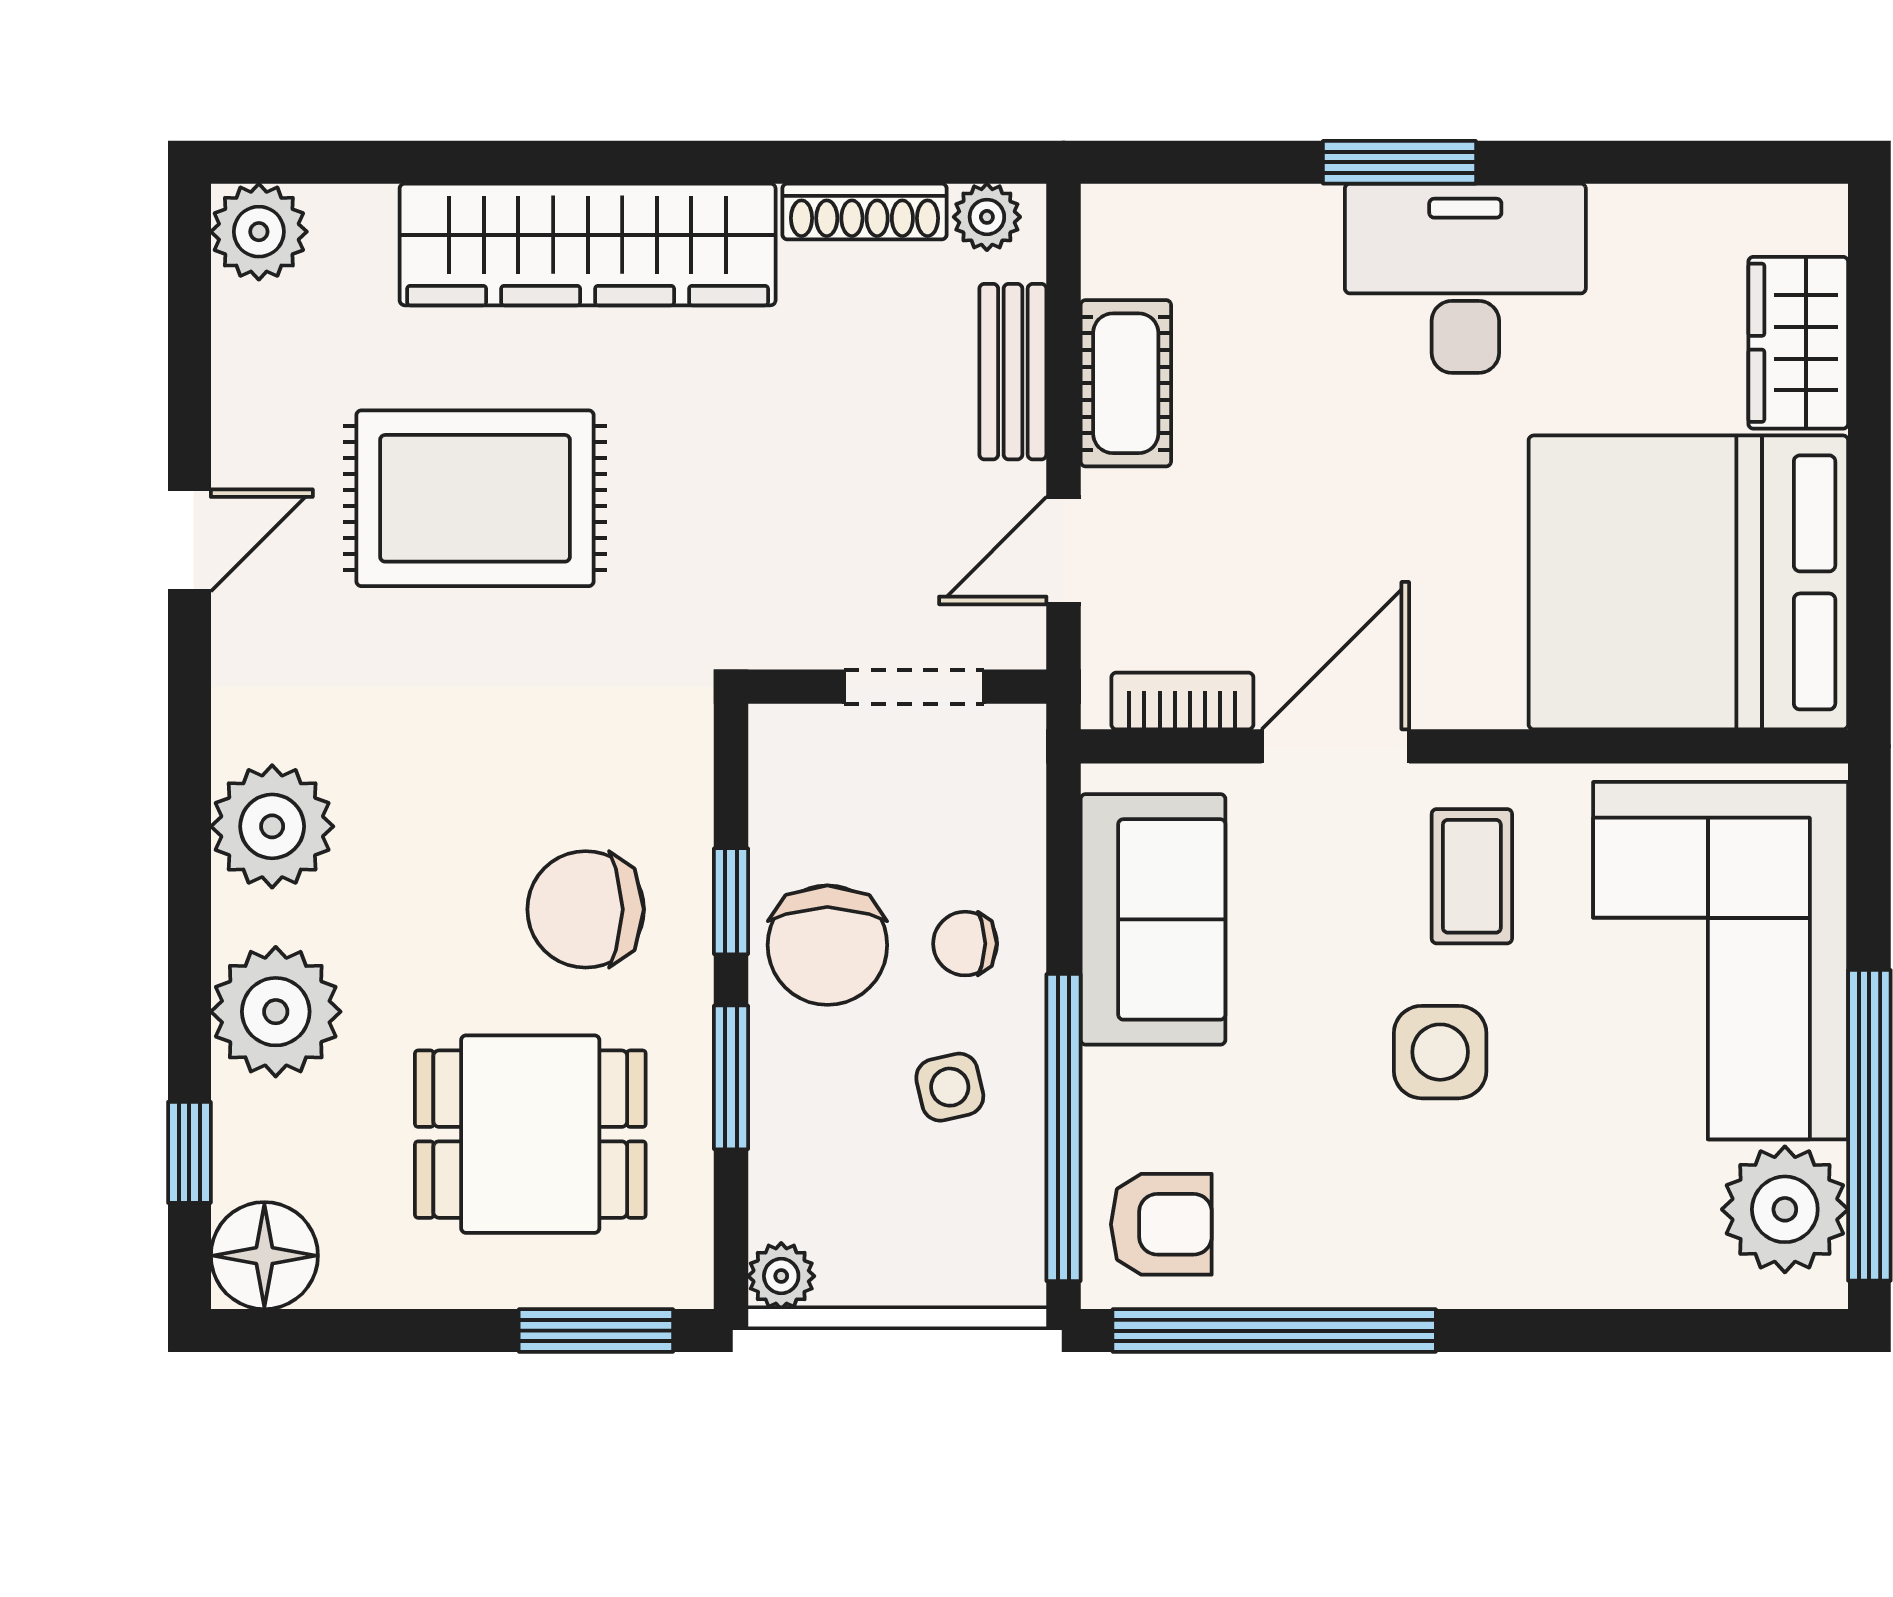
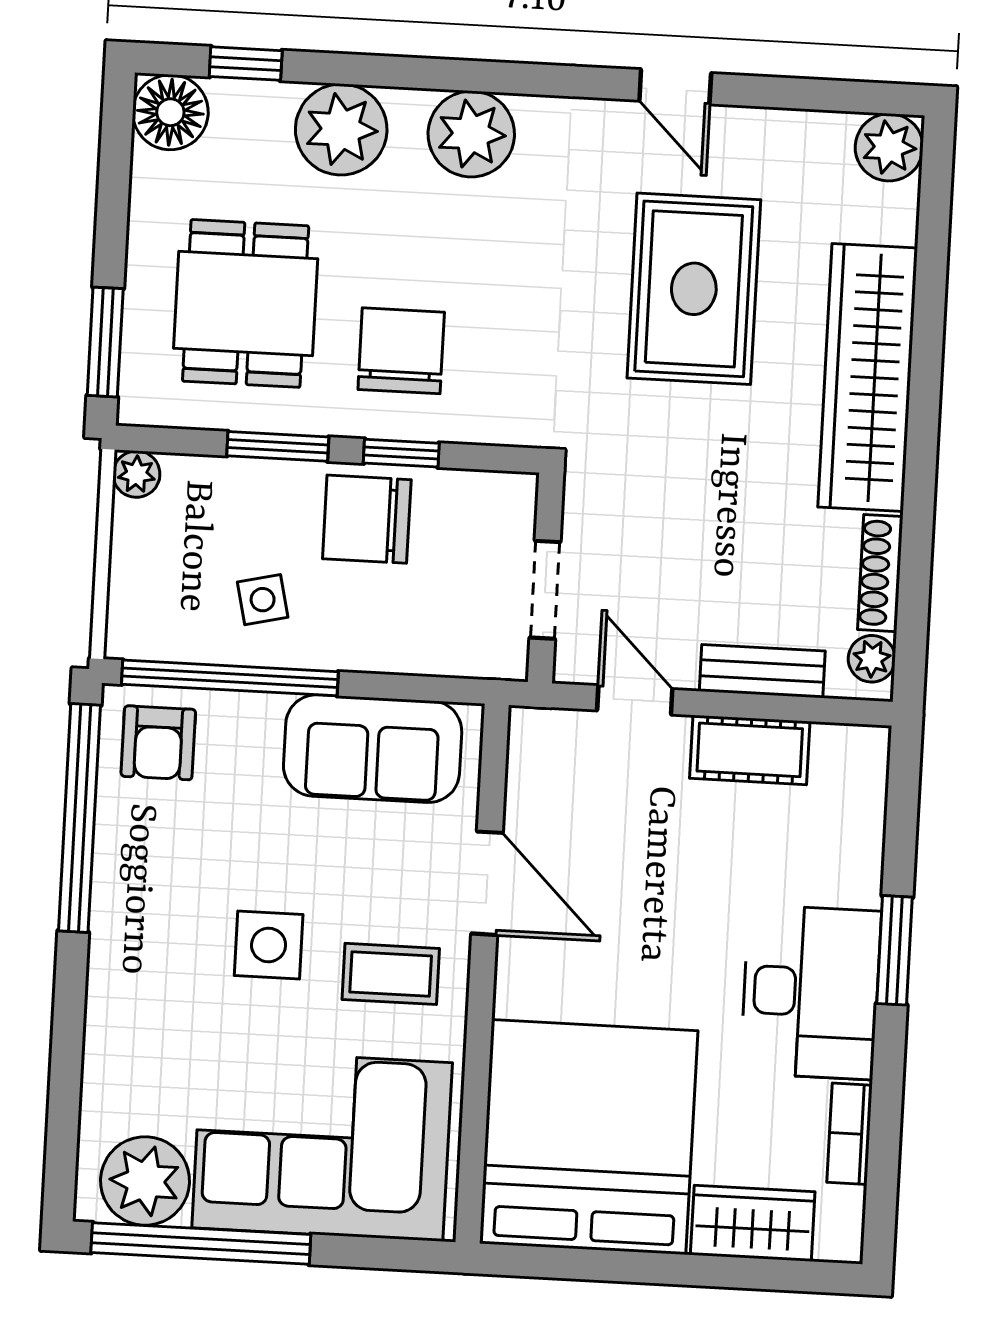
bookcase: (1182, 701) -> (850, 1134), moved, turned 180
chair: (965, 944) -> (363, 616), removed

